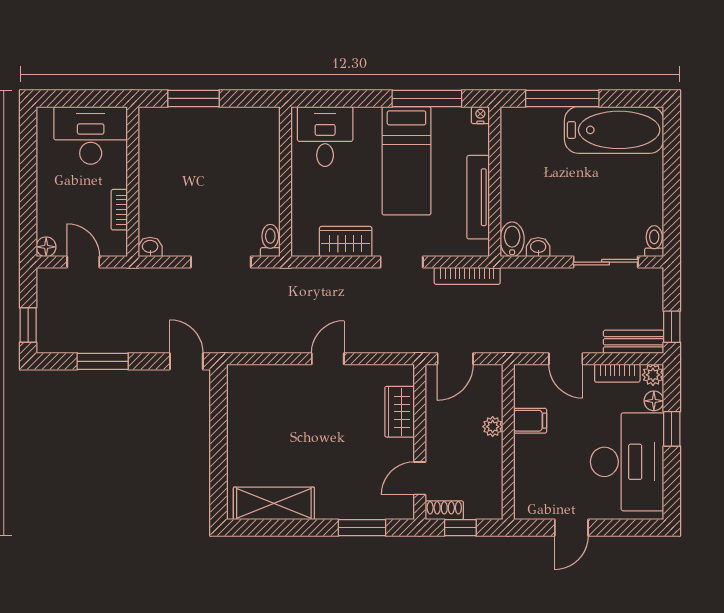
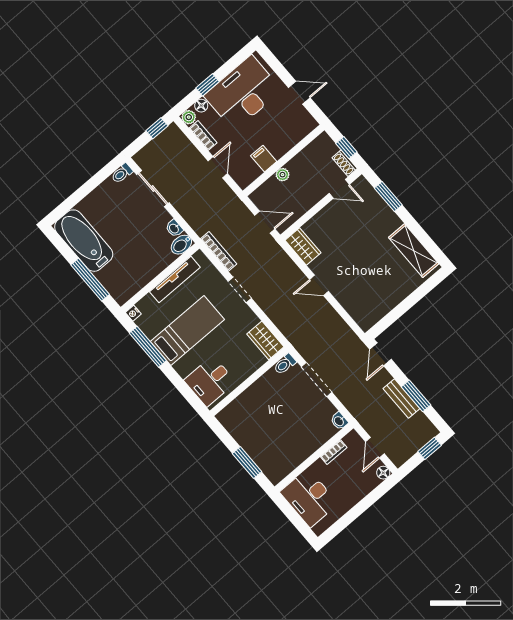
wardrobe: (346, 242) -> (265, 340), moved
bench: (634, 342) -> (401, 399), moved
wardrobe: (400, 412) -> (303, 246), moved, turned -90

